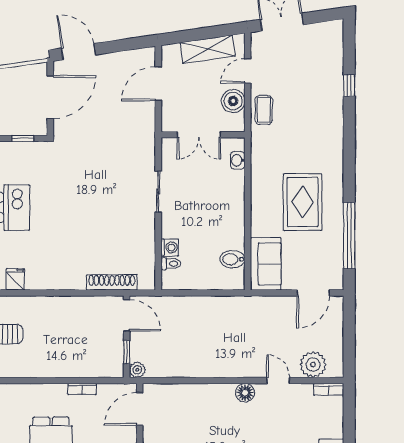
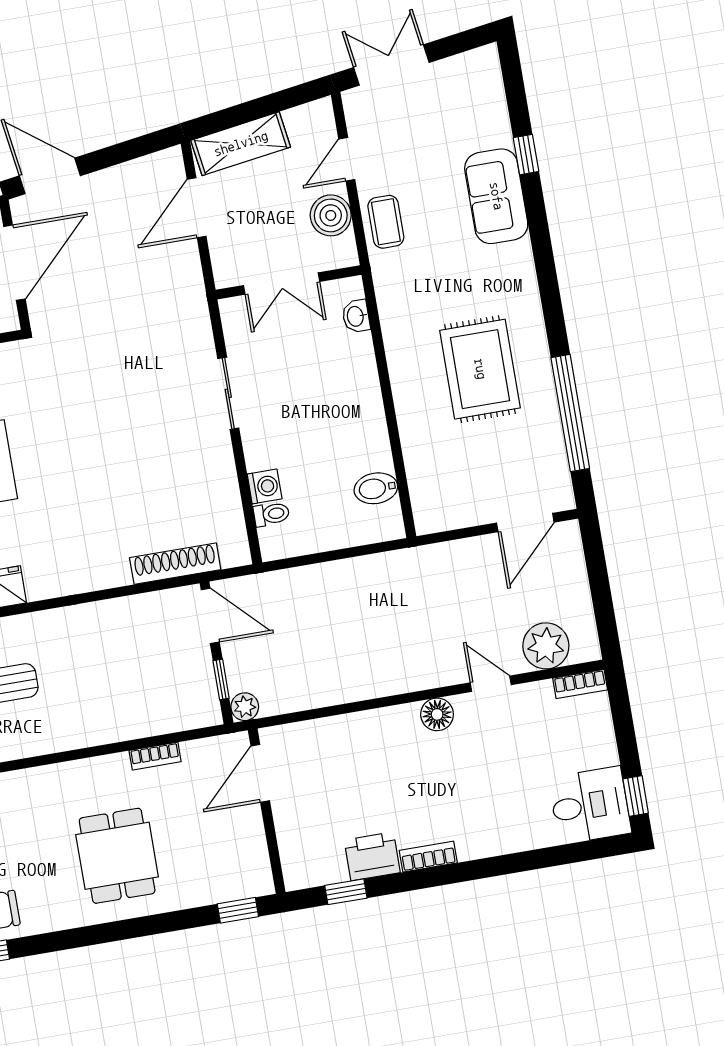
shelving: (208, 49) -> (241, 144), moved
sofa: (266, 264) -> (496, 196), moved, turned 180

